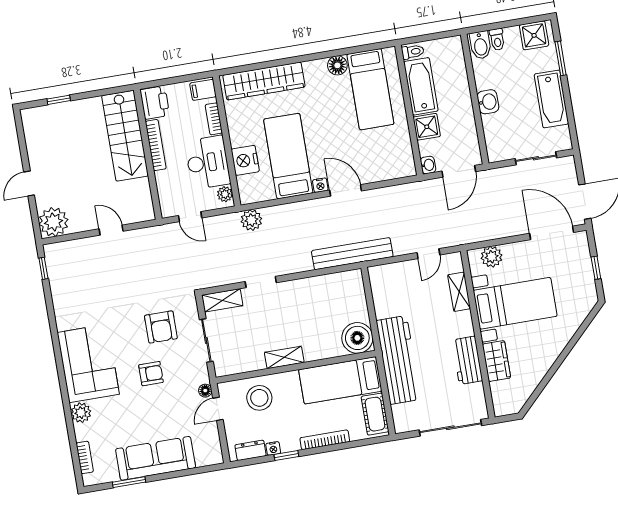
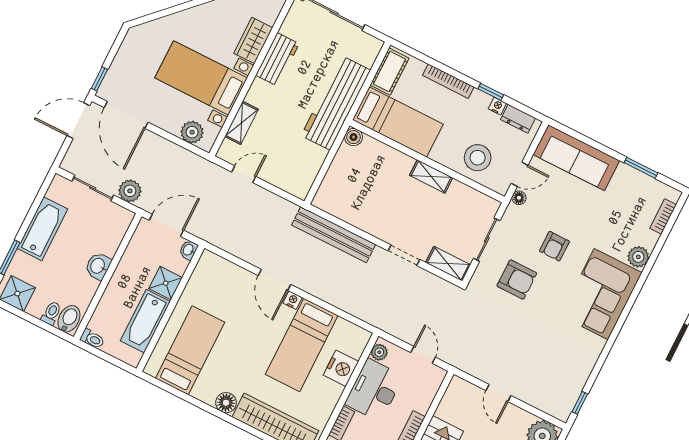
toilet: (413, 52) -> (92, 339), moved, turned 180
floor lamp: (337, 65) -> (226, 403), moved
plant: (251, 220) -> (130, 191), moved
bench: (352, 254) -> (334, 235), moved
window: (596, 268) -> (99, 79), moved
armchair: (161, 327) -> (517, 280), turned 90
boiler: (357, 338) -> (353, 137), width x0.54, depth x0.54
armchair: (151, 374) -> (554, 246), turned -90
sofa: (156, 458) -> (576, 158), moved

